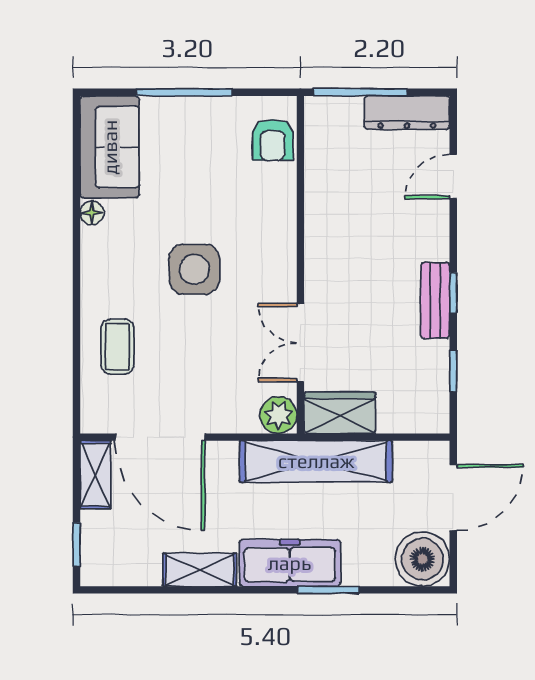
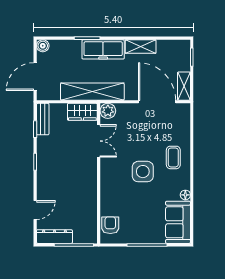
bench: (435, 300) -> (43, 119), moved
coffee table: (117, 346) -> (173, 157), moved
boiler: (422, 559) -> (43, 46), width x0.54, depth x0.54

